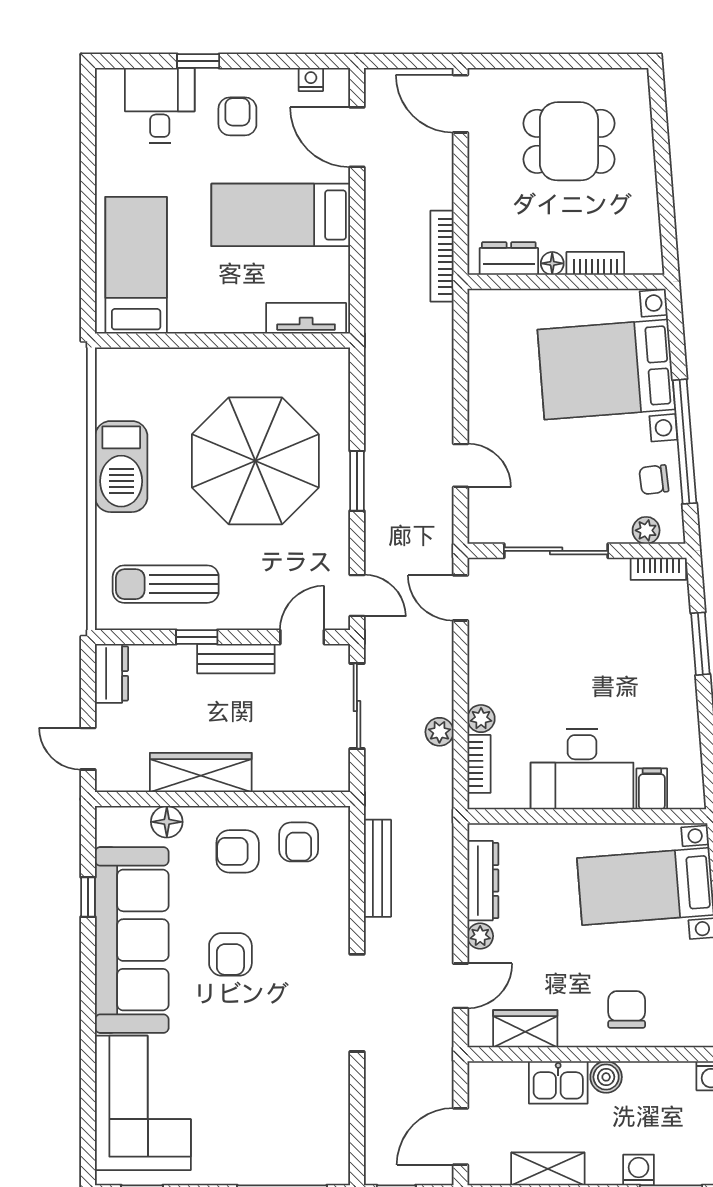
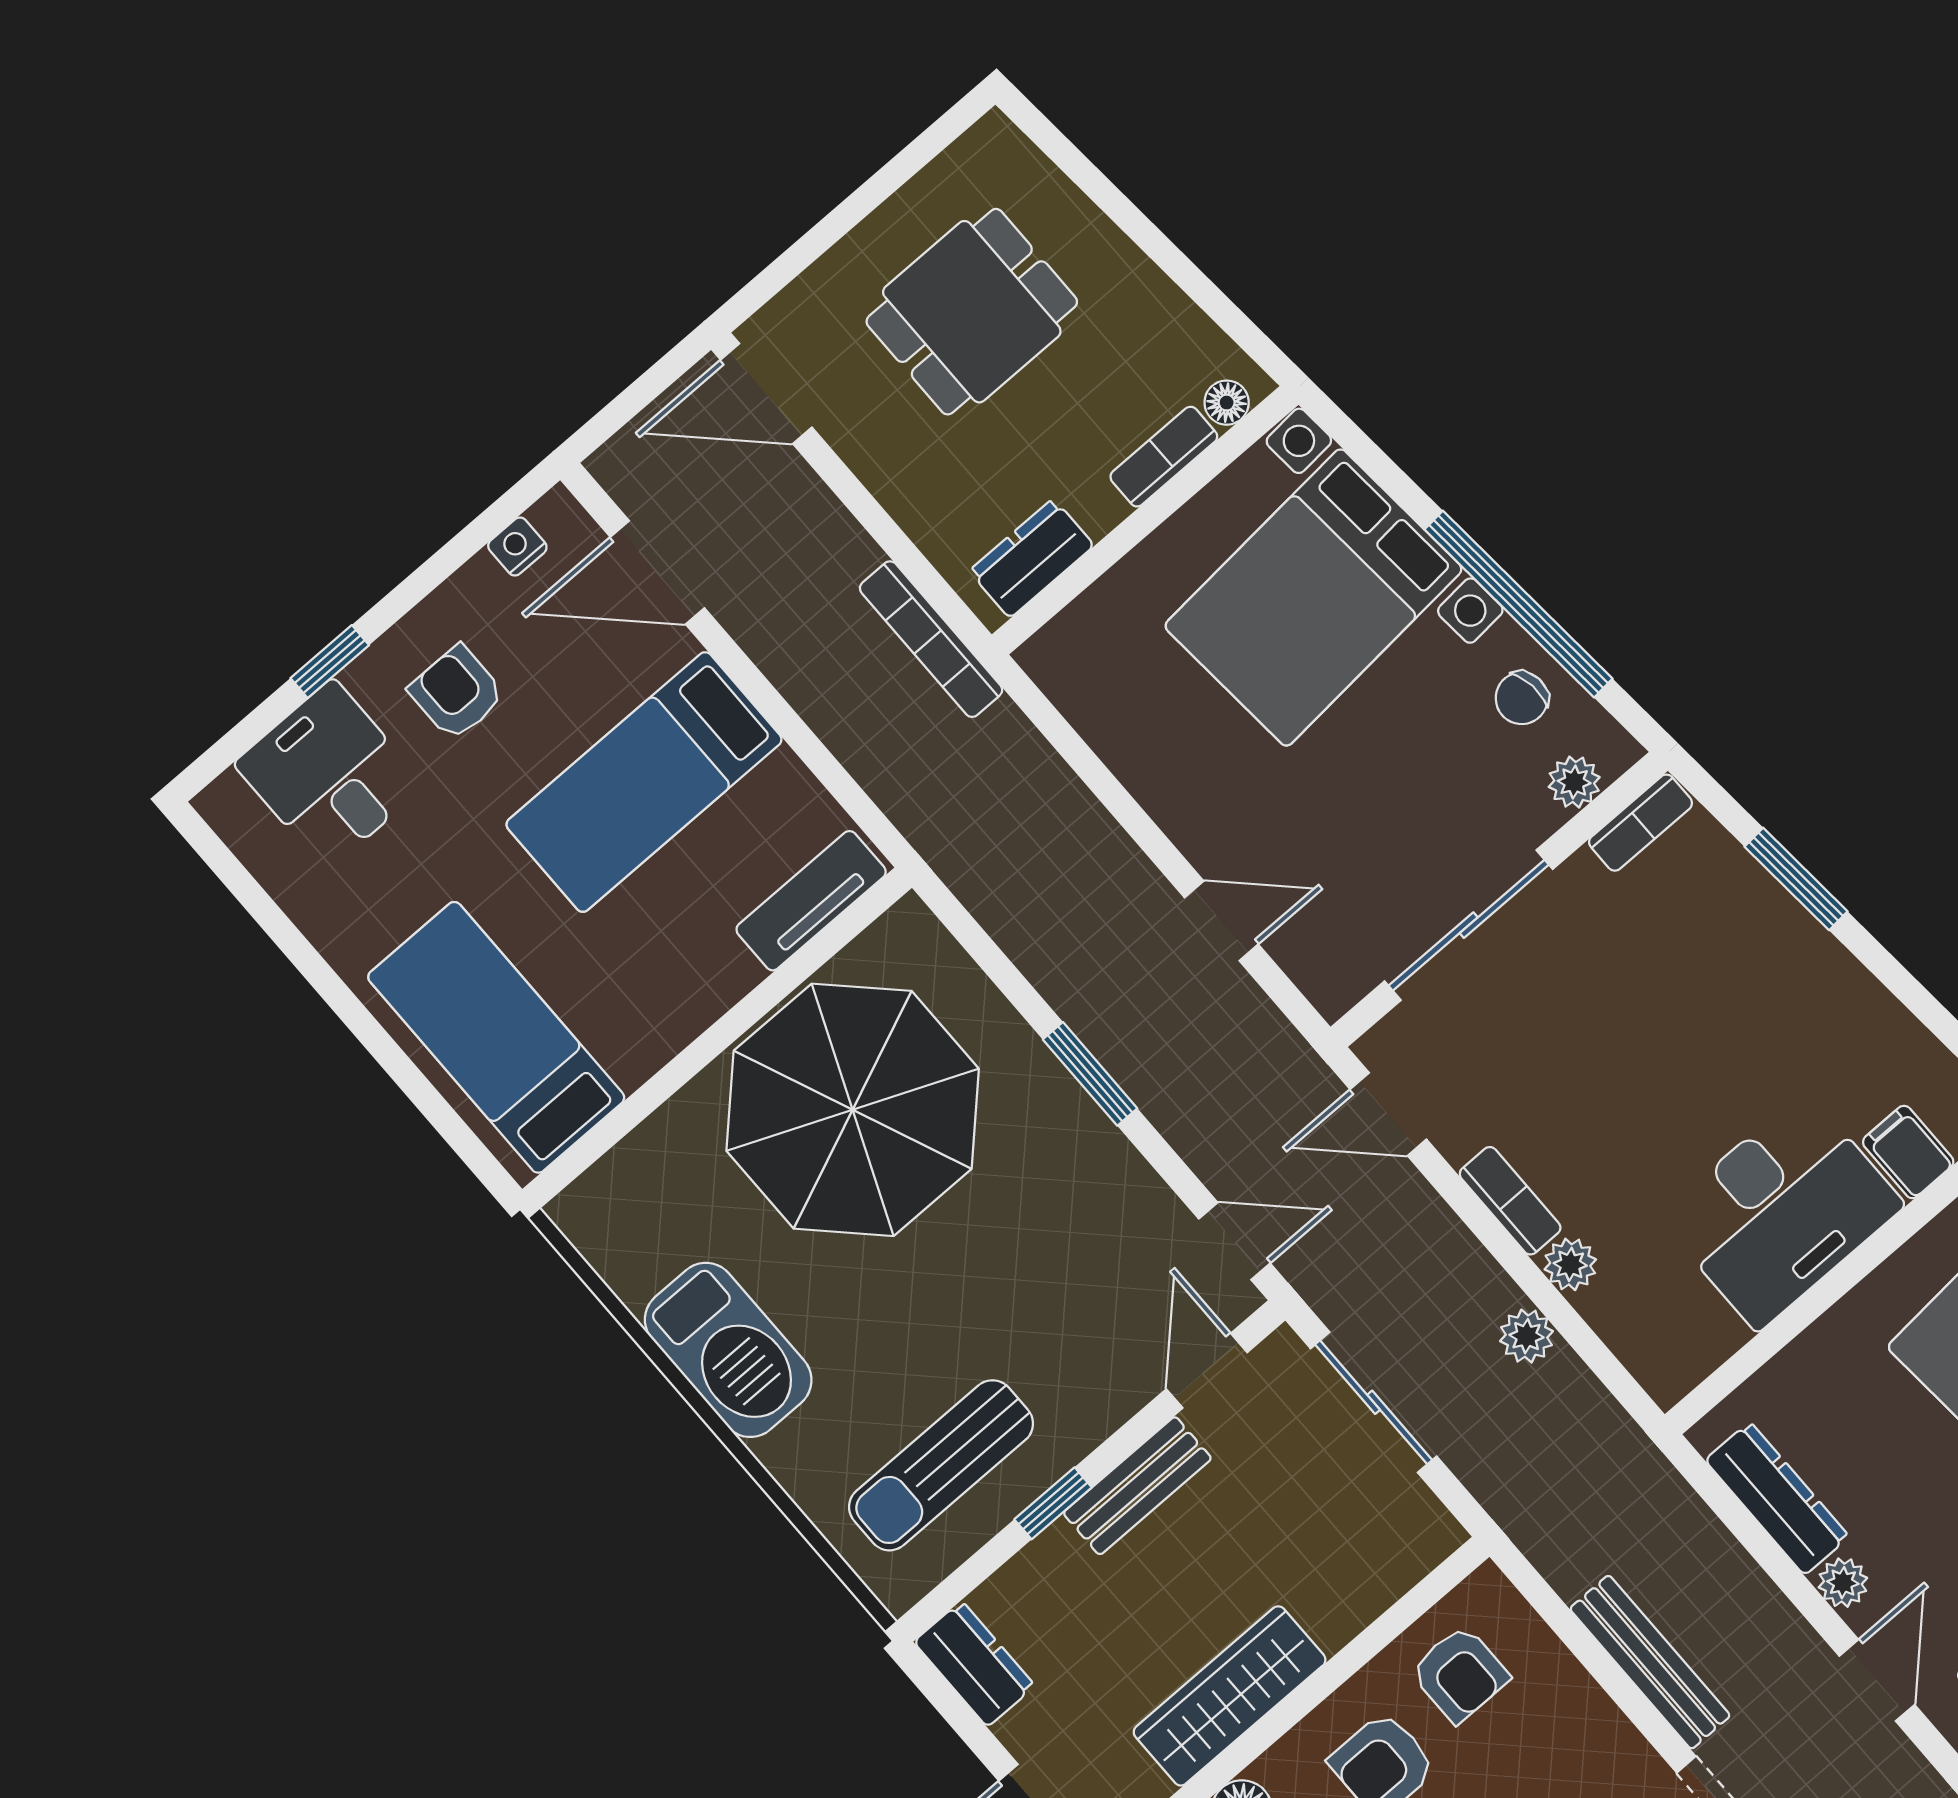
floor lamp: (552, 263) -> (1227, 403), moved
parasol: (255, 461) -> (853, 1110), moved
bookcase: (479, 764) -> (1510, 1201), moved
bench: (377, 868) -> (1650, 1662), moved

